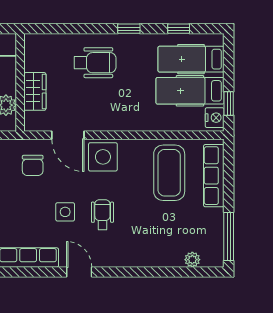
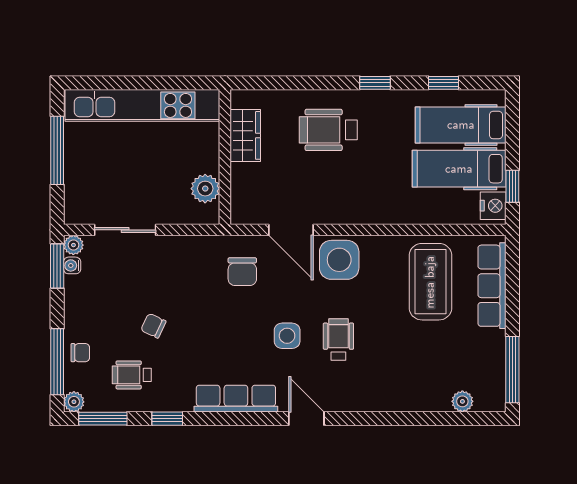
wheelchair: (95, 63) -> (328, 130), turned 180
wardrobe: (35, 91) -> (245, 135), moved

